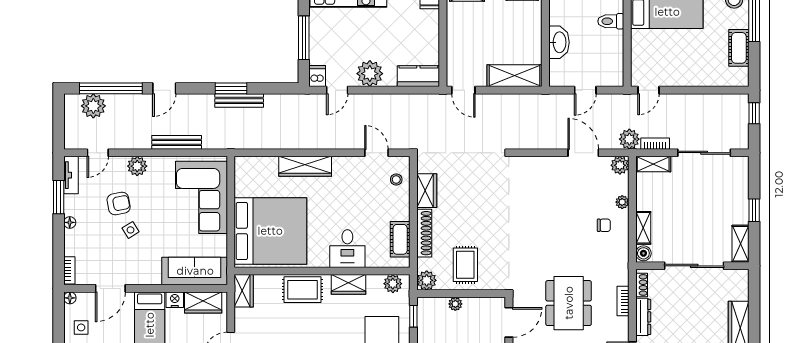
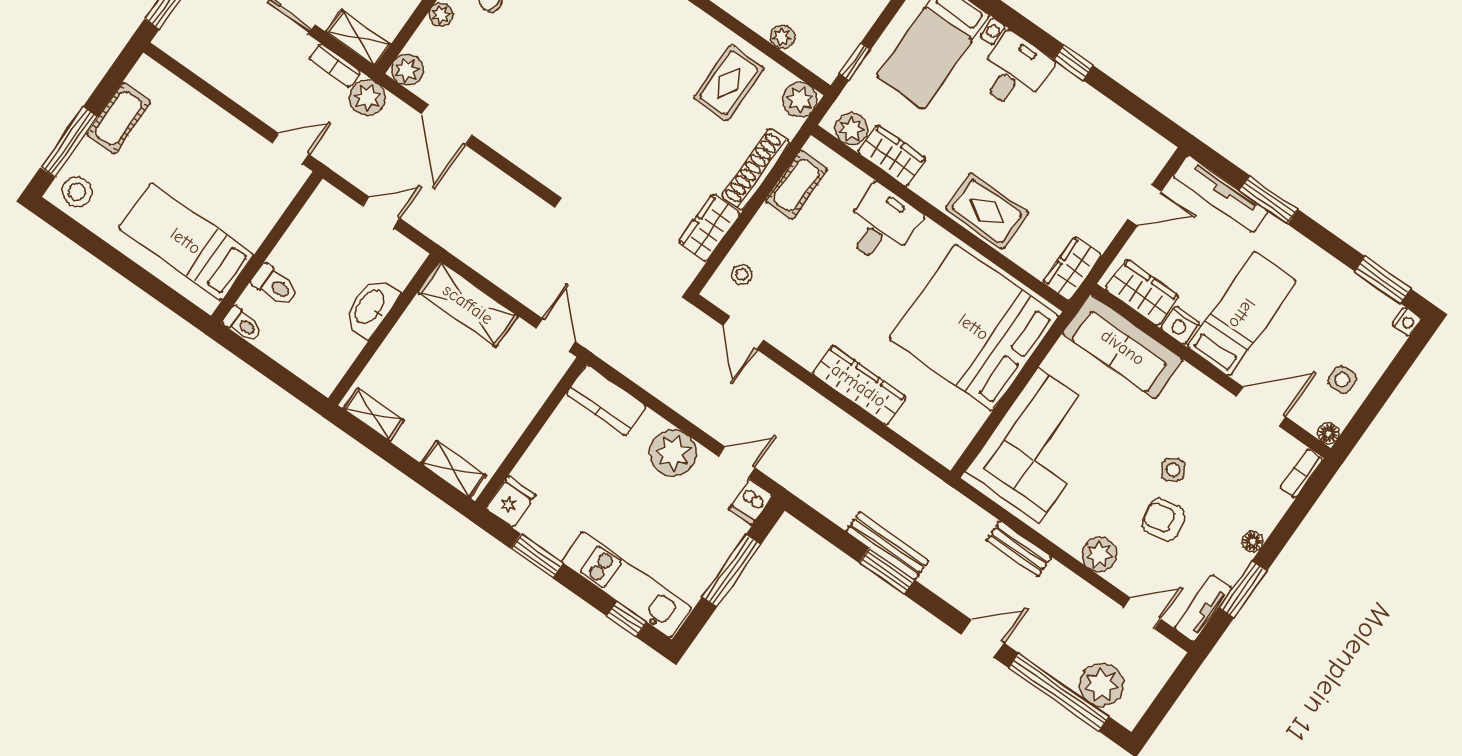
bench: (177, 142) -> (1019, 549), width x0.73
wardrobe: (349, 284) -> (892, 156), moved

